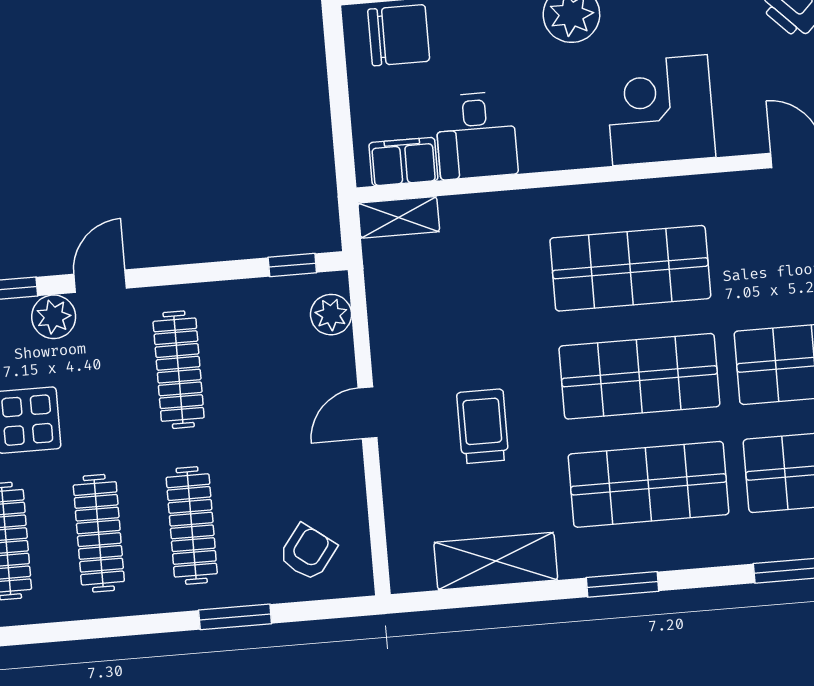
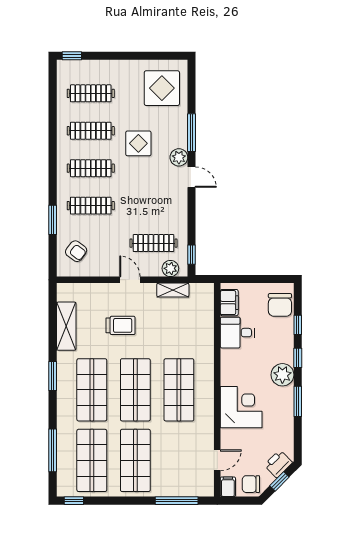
shelving: (399, 217) -> (173, 290), moved, turned 90
clothes rail: (179, 370) -> (153, 243), moved

